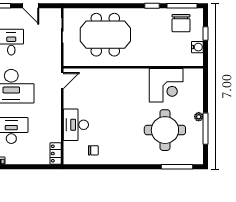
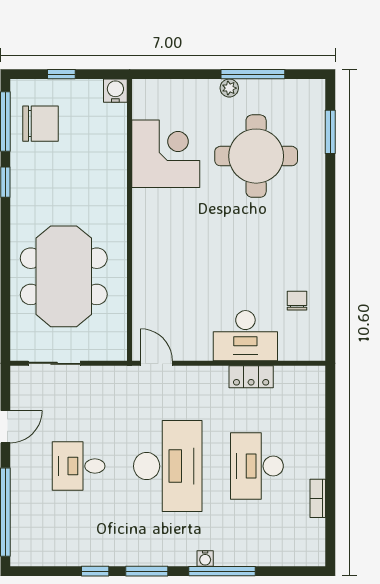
water cooler: (197, 47) -> (115, 91), moved
locker: (56, 154) -> (251, 377), moved
window: (177, 167) -> (330, 132), width x0.69

